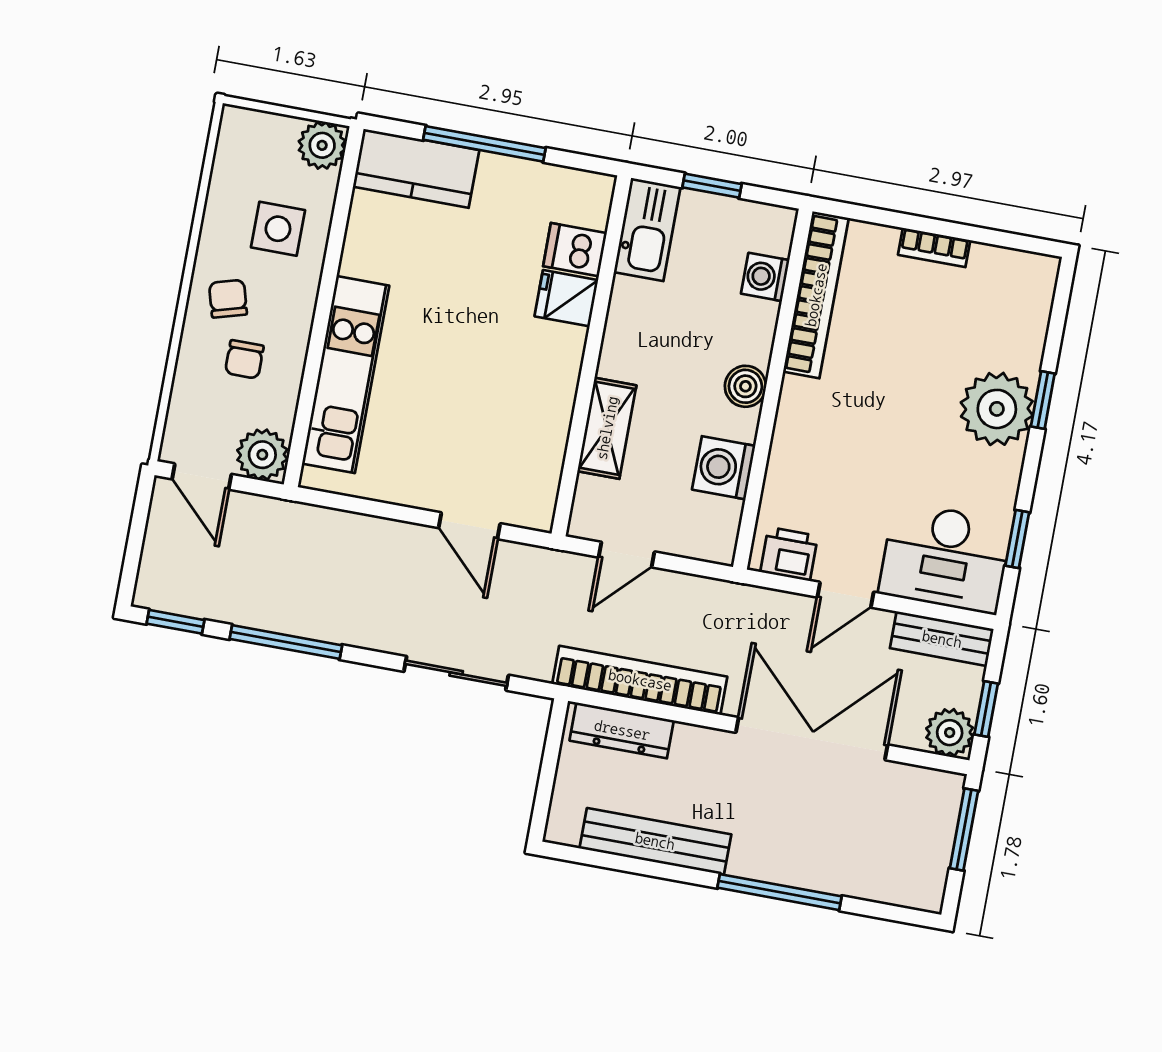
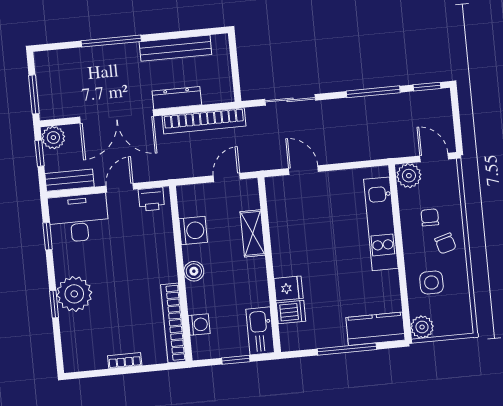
dresser: (622, 730) -> (177, 98), moved

